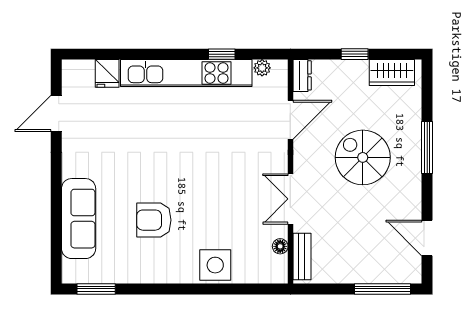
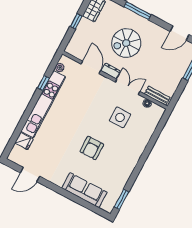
dresser: (302, 75) -> (111, 71), moved
door: (56, 113) -> (30, 175), hinge flipped
double door: (290, 199) -> (128, 87), swing flipped
armchair: (154, 220) -> (92, 148), moved
side table: (215, 265) -> (120, 117), moved

